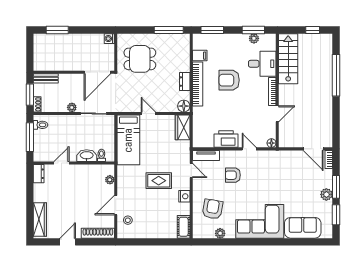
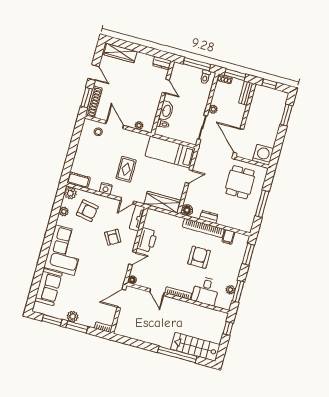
window: (169, 30) -> (262, 204), moved
window: (313, 30) -> (228, 328), moved
washing machine: (109, 39) -> (263, 155), width x1.89, depth x1.89
window: (30, 56) -> (269, 84), added
stairs: (288, 59) -> (195, 347), moved, turned 180
wardrobe: (183, 127) -> (162, 202), width x1.50
door: (313, 149) -> (121, 299), moved
armchair: (233, 175) -> (113, 237), turned 150
plant: (199, 232) -> (70, 193), added
window: (96, 242) -> (87, 98), added

